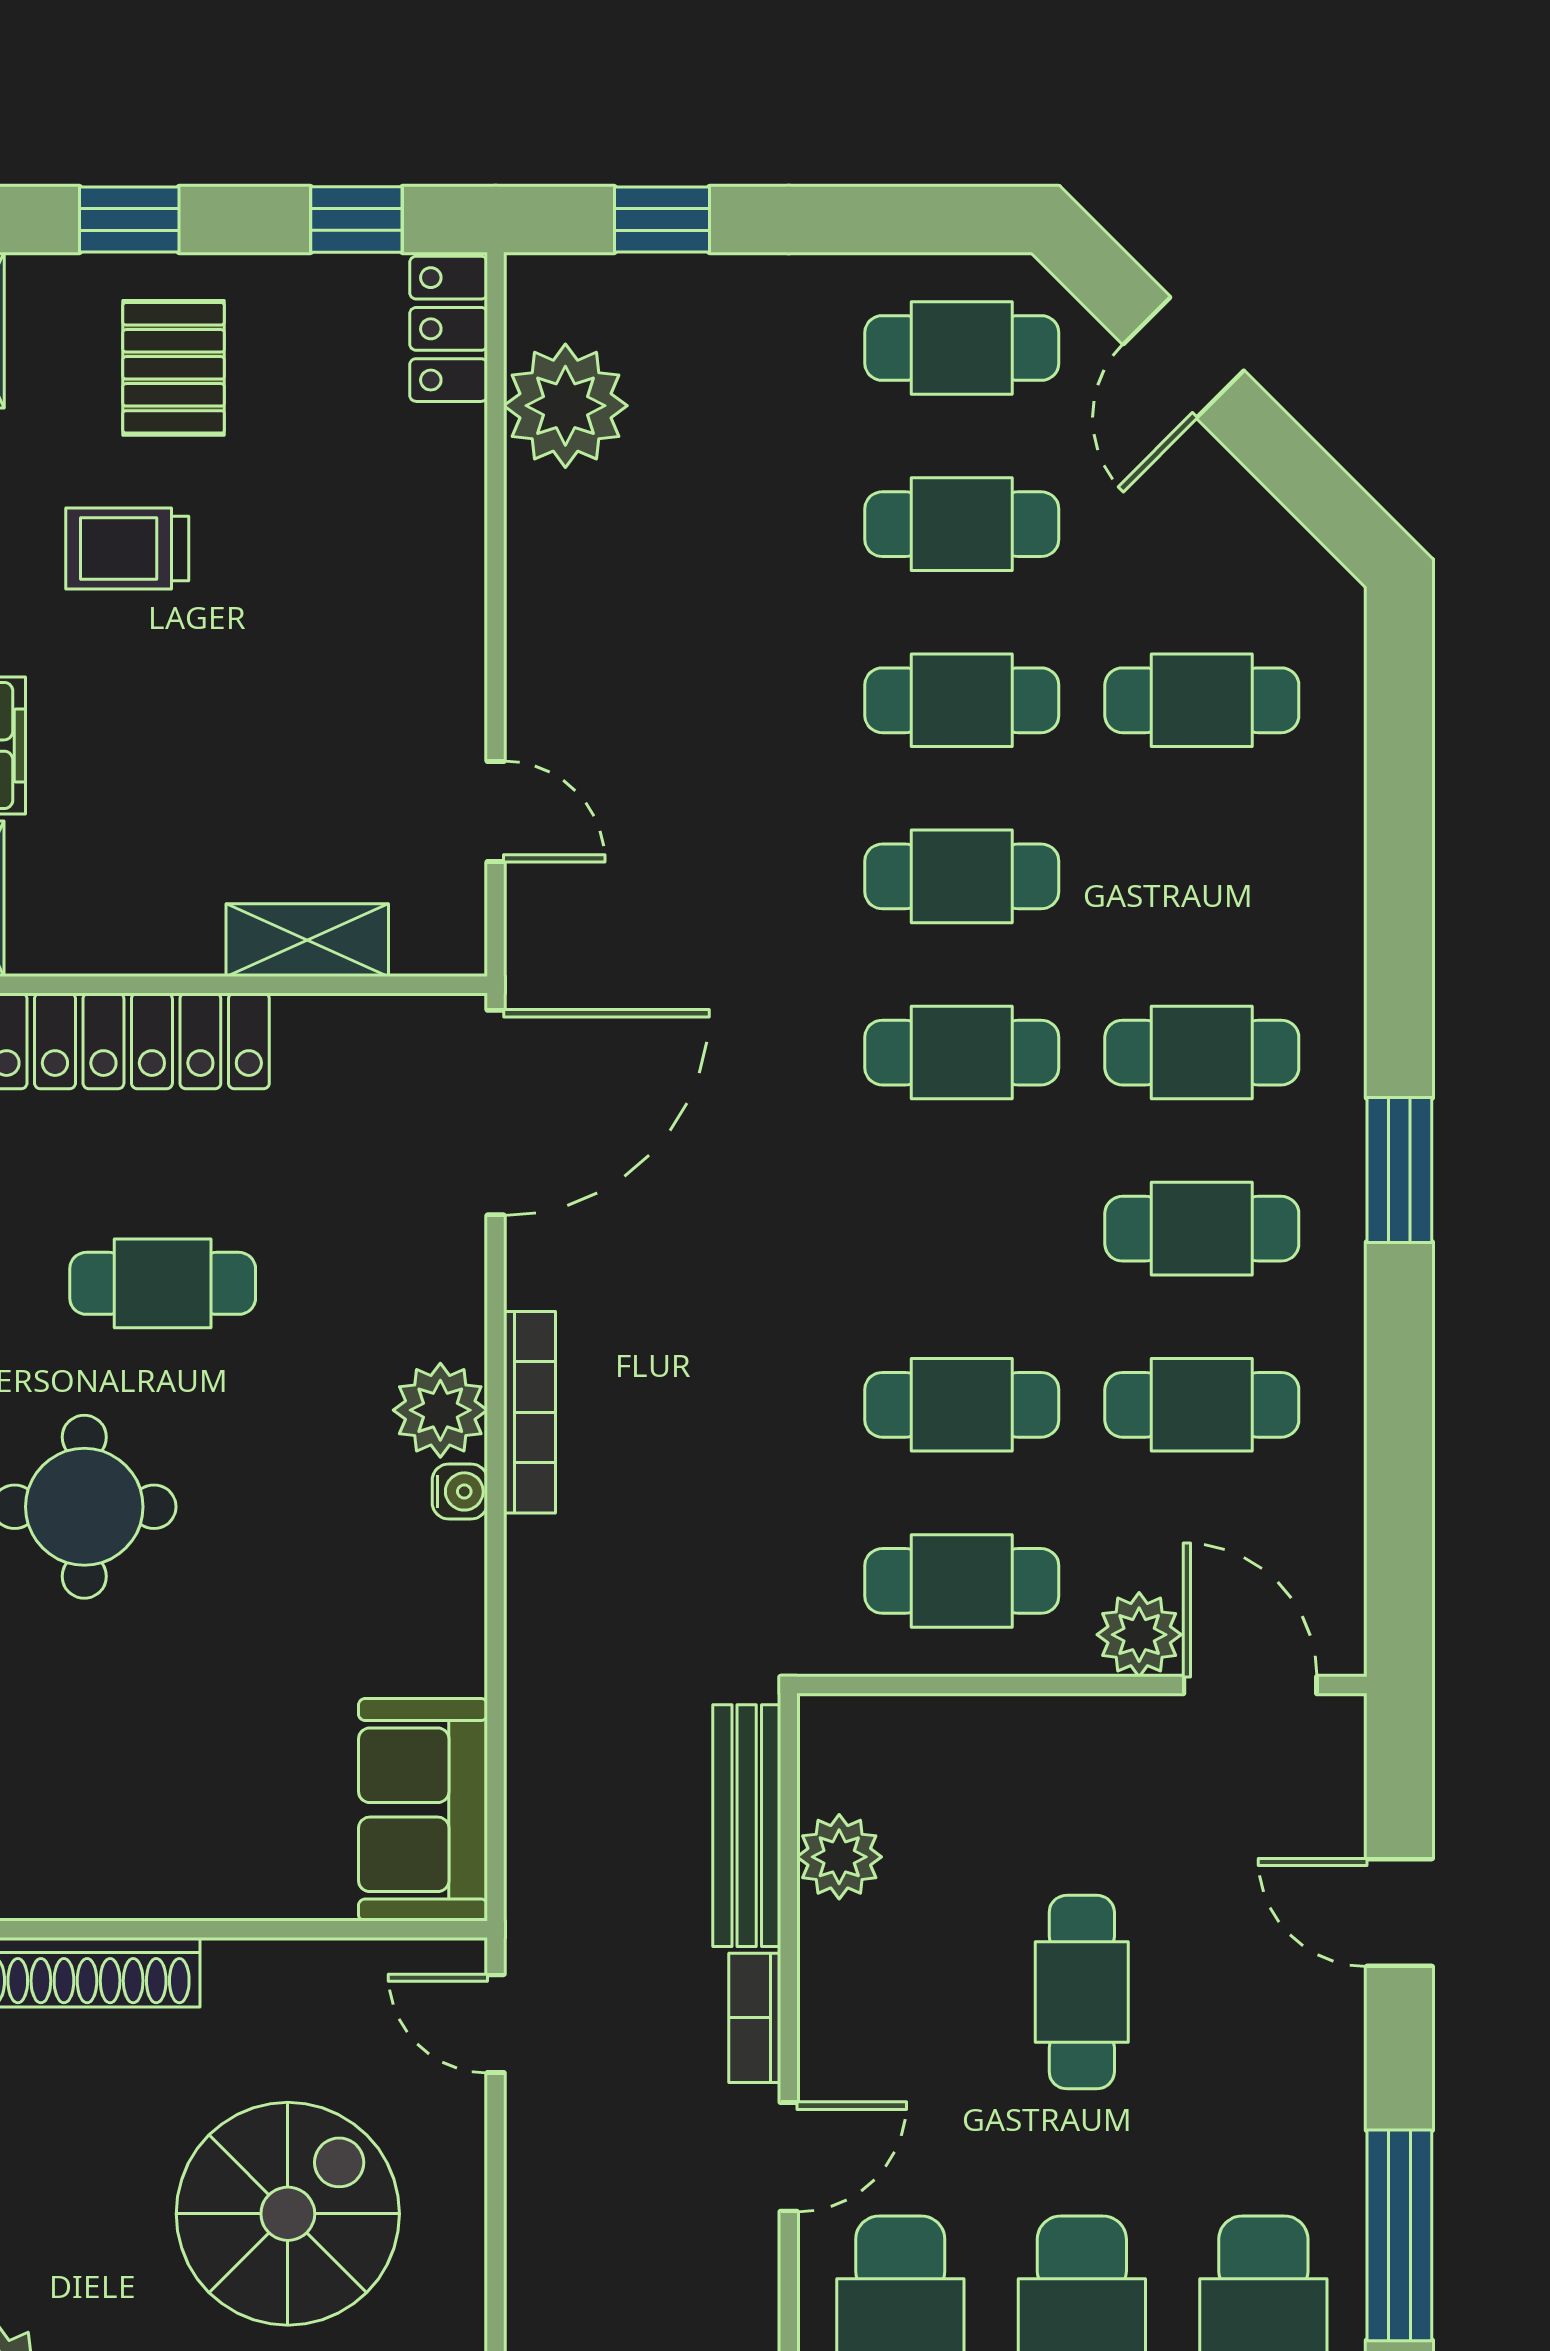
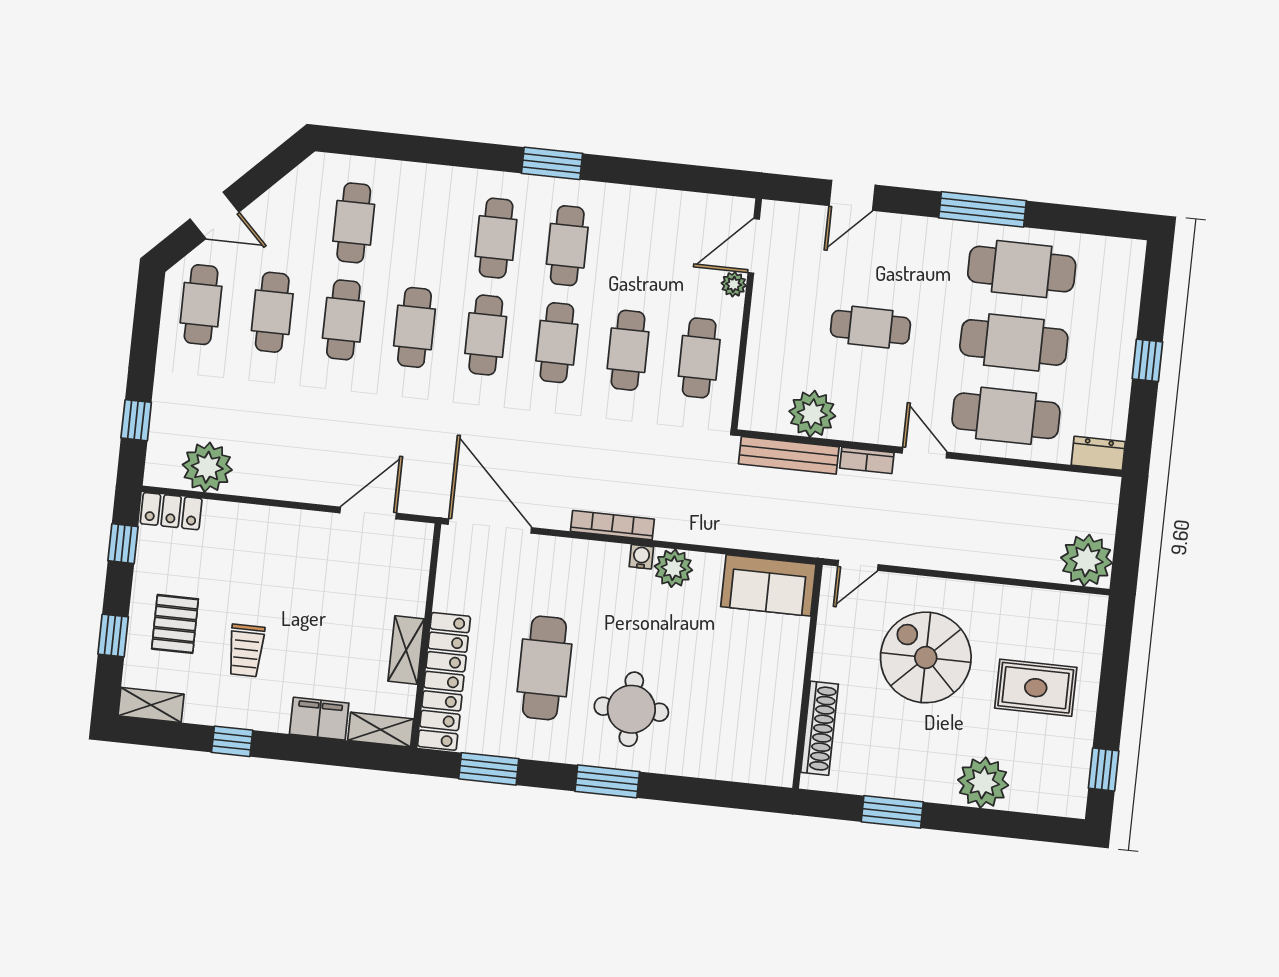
pallet: (174, 368) -> (175, 624), turned 90
door: (496, 811) -> (368, 513), width x1.38
shelving: (307, 940) -> (406, 650), moved
cafe table: (163, 1283) -> (544, 668), width x1.37, depth x1.35
cafe table: (1202, 1405) -> (557, 343), moved
plant: (440, 1410) -> (673, 568), moved
plant: (1139, 1635) -> (734, 284), width x0.73, depth x0.73
plant: (839, 1857) -> (812, 414), width x1.36, depth x1.36

